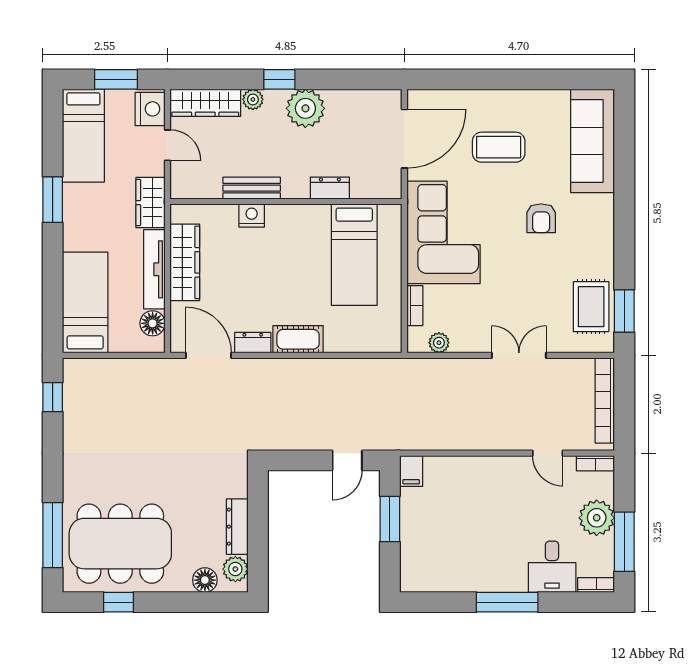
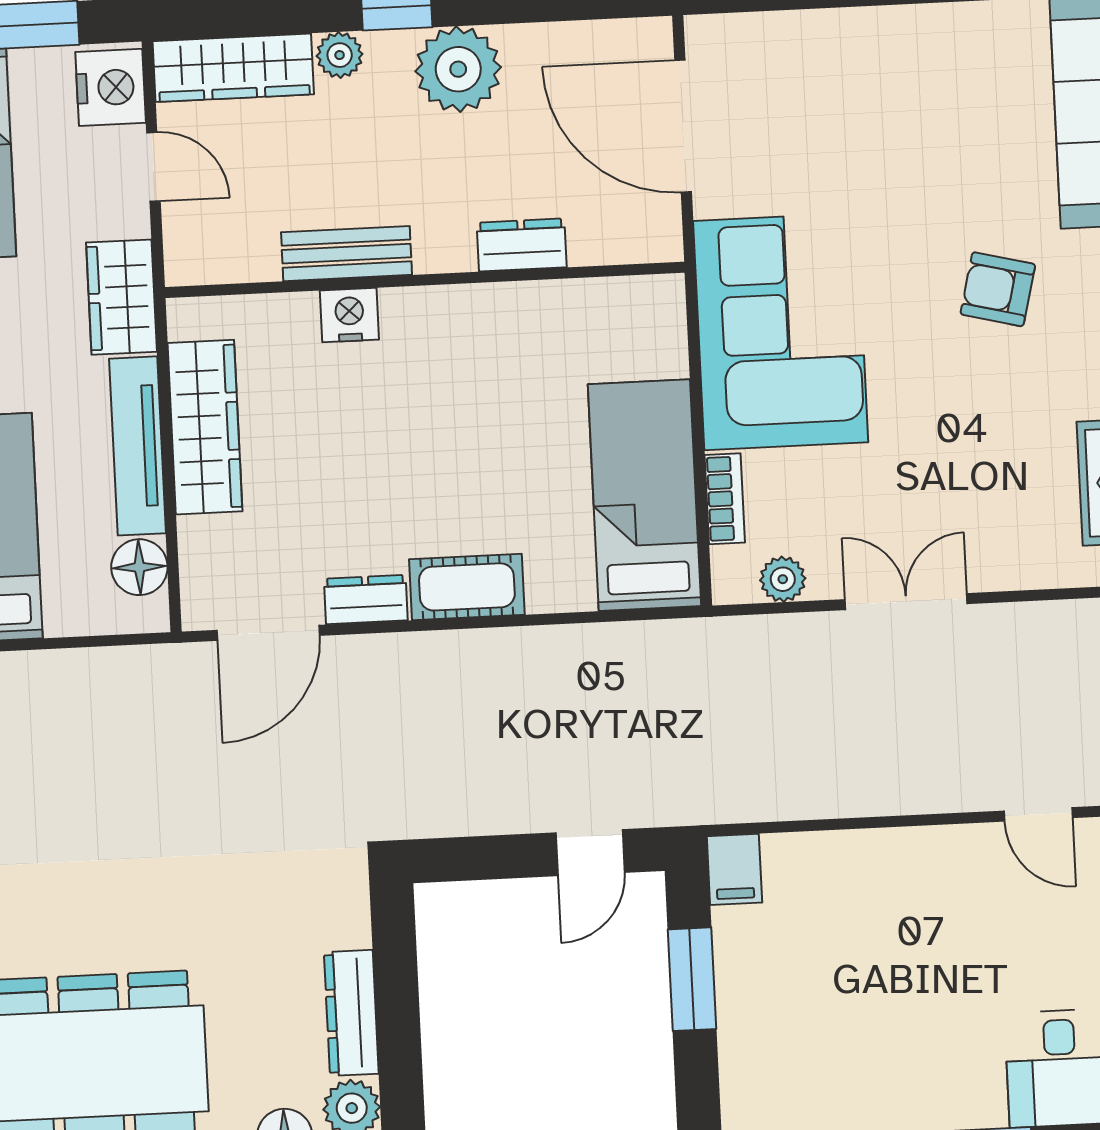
door: (404, 139) -> (683, 126), swing flipped
coffee table: (499, 147) -> (895, 135), removed
armchair: (541, 218) -> (998, 289), turned 104
bed: (354, 255) -> (644, 495), moved, turned 180
door: (209, 355) -> (268, 633), swing flipped
double door: (519, 355) -> (906, 602), moved

